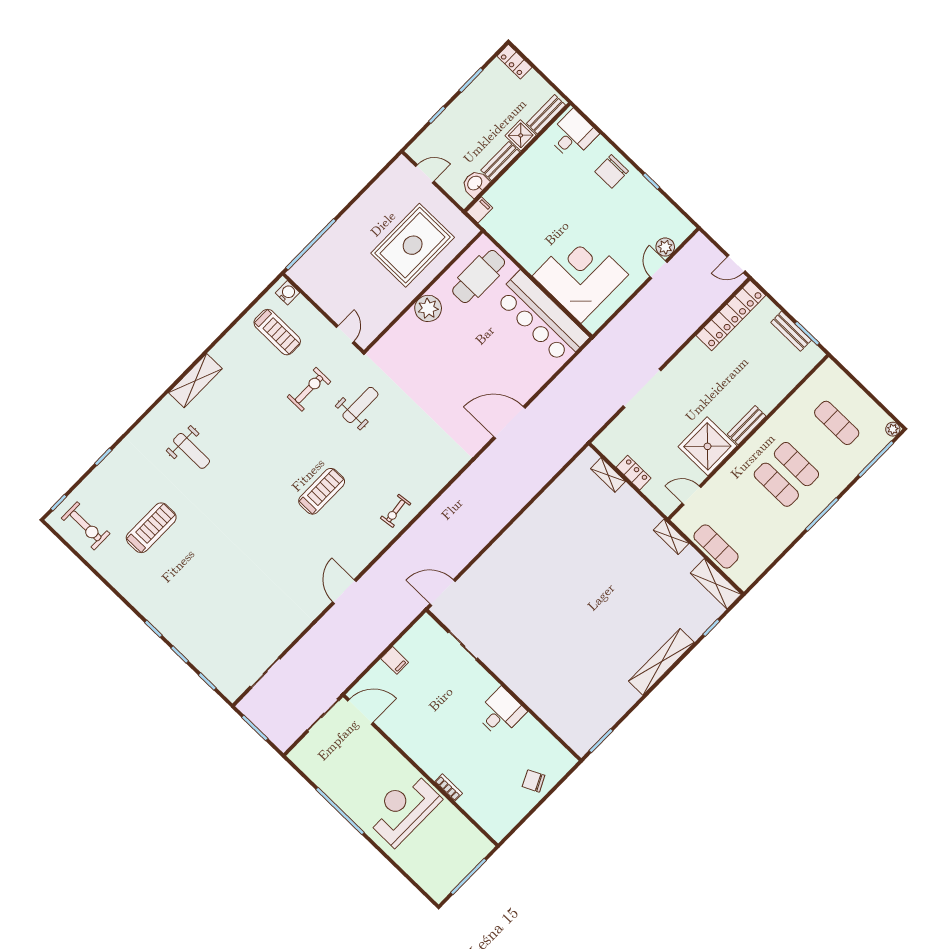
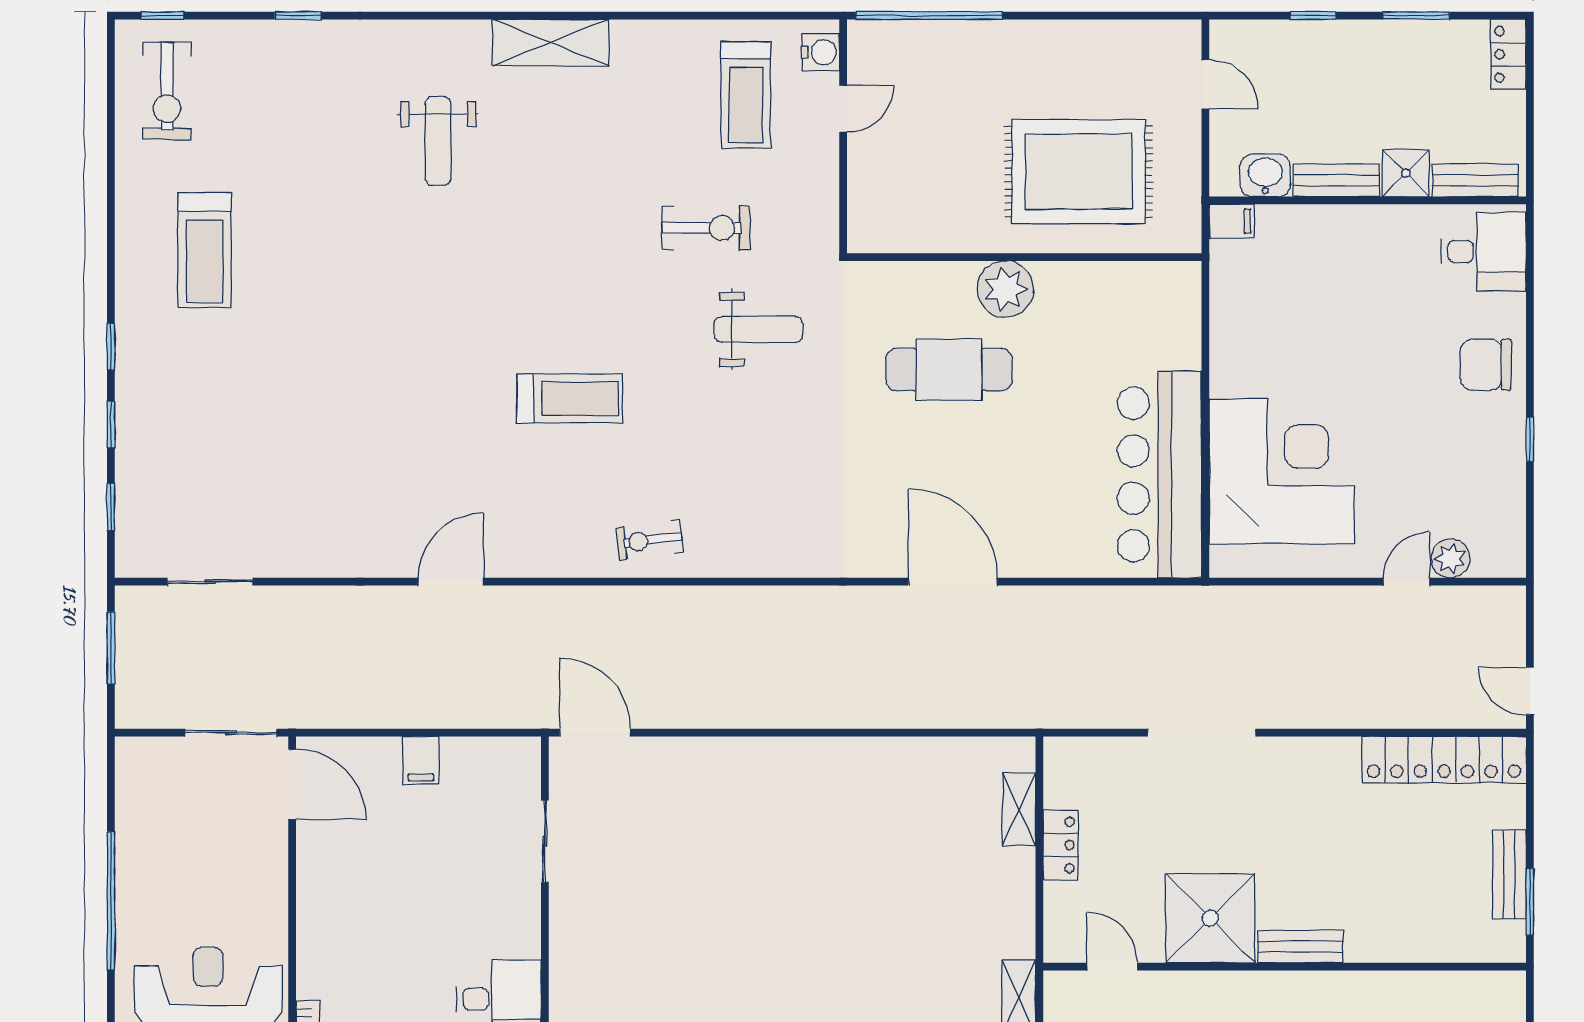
cafe table: (479, 277) -> (949, 370), moved
door: (345, 334) -> (843, 109), moved
treadmill: (151, 528) -> (205, 250), moved, turned 90

